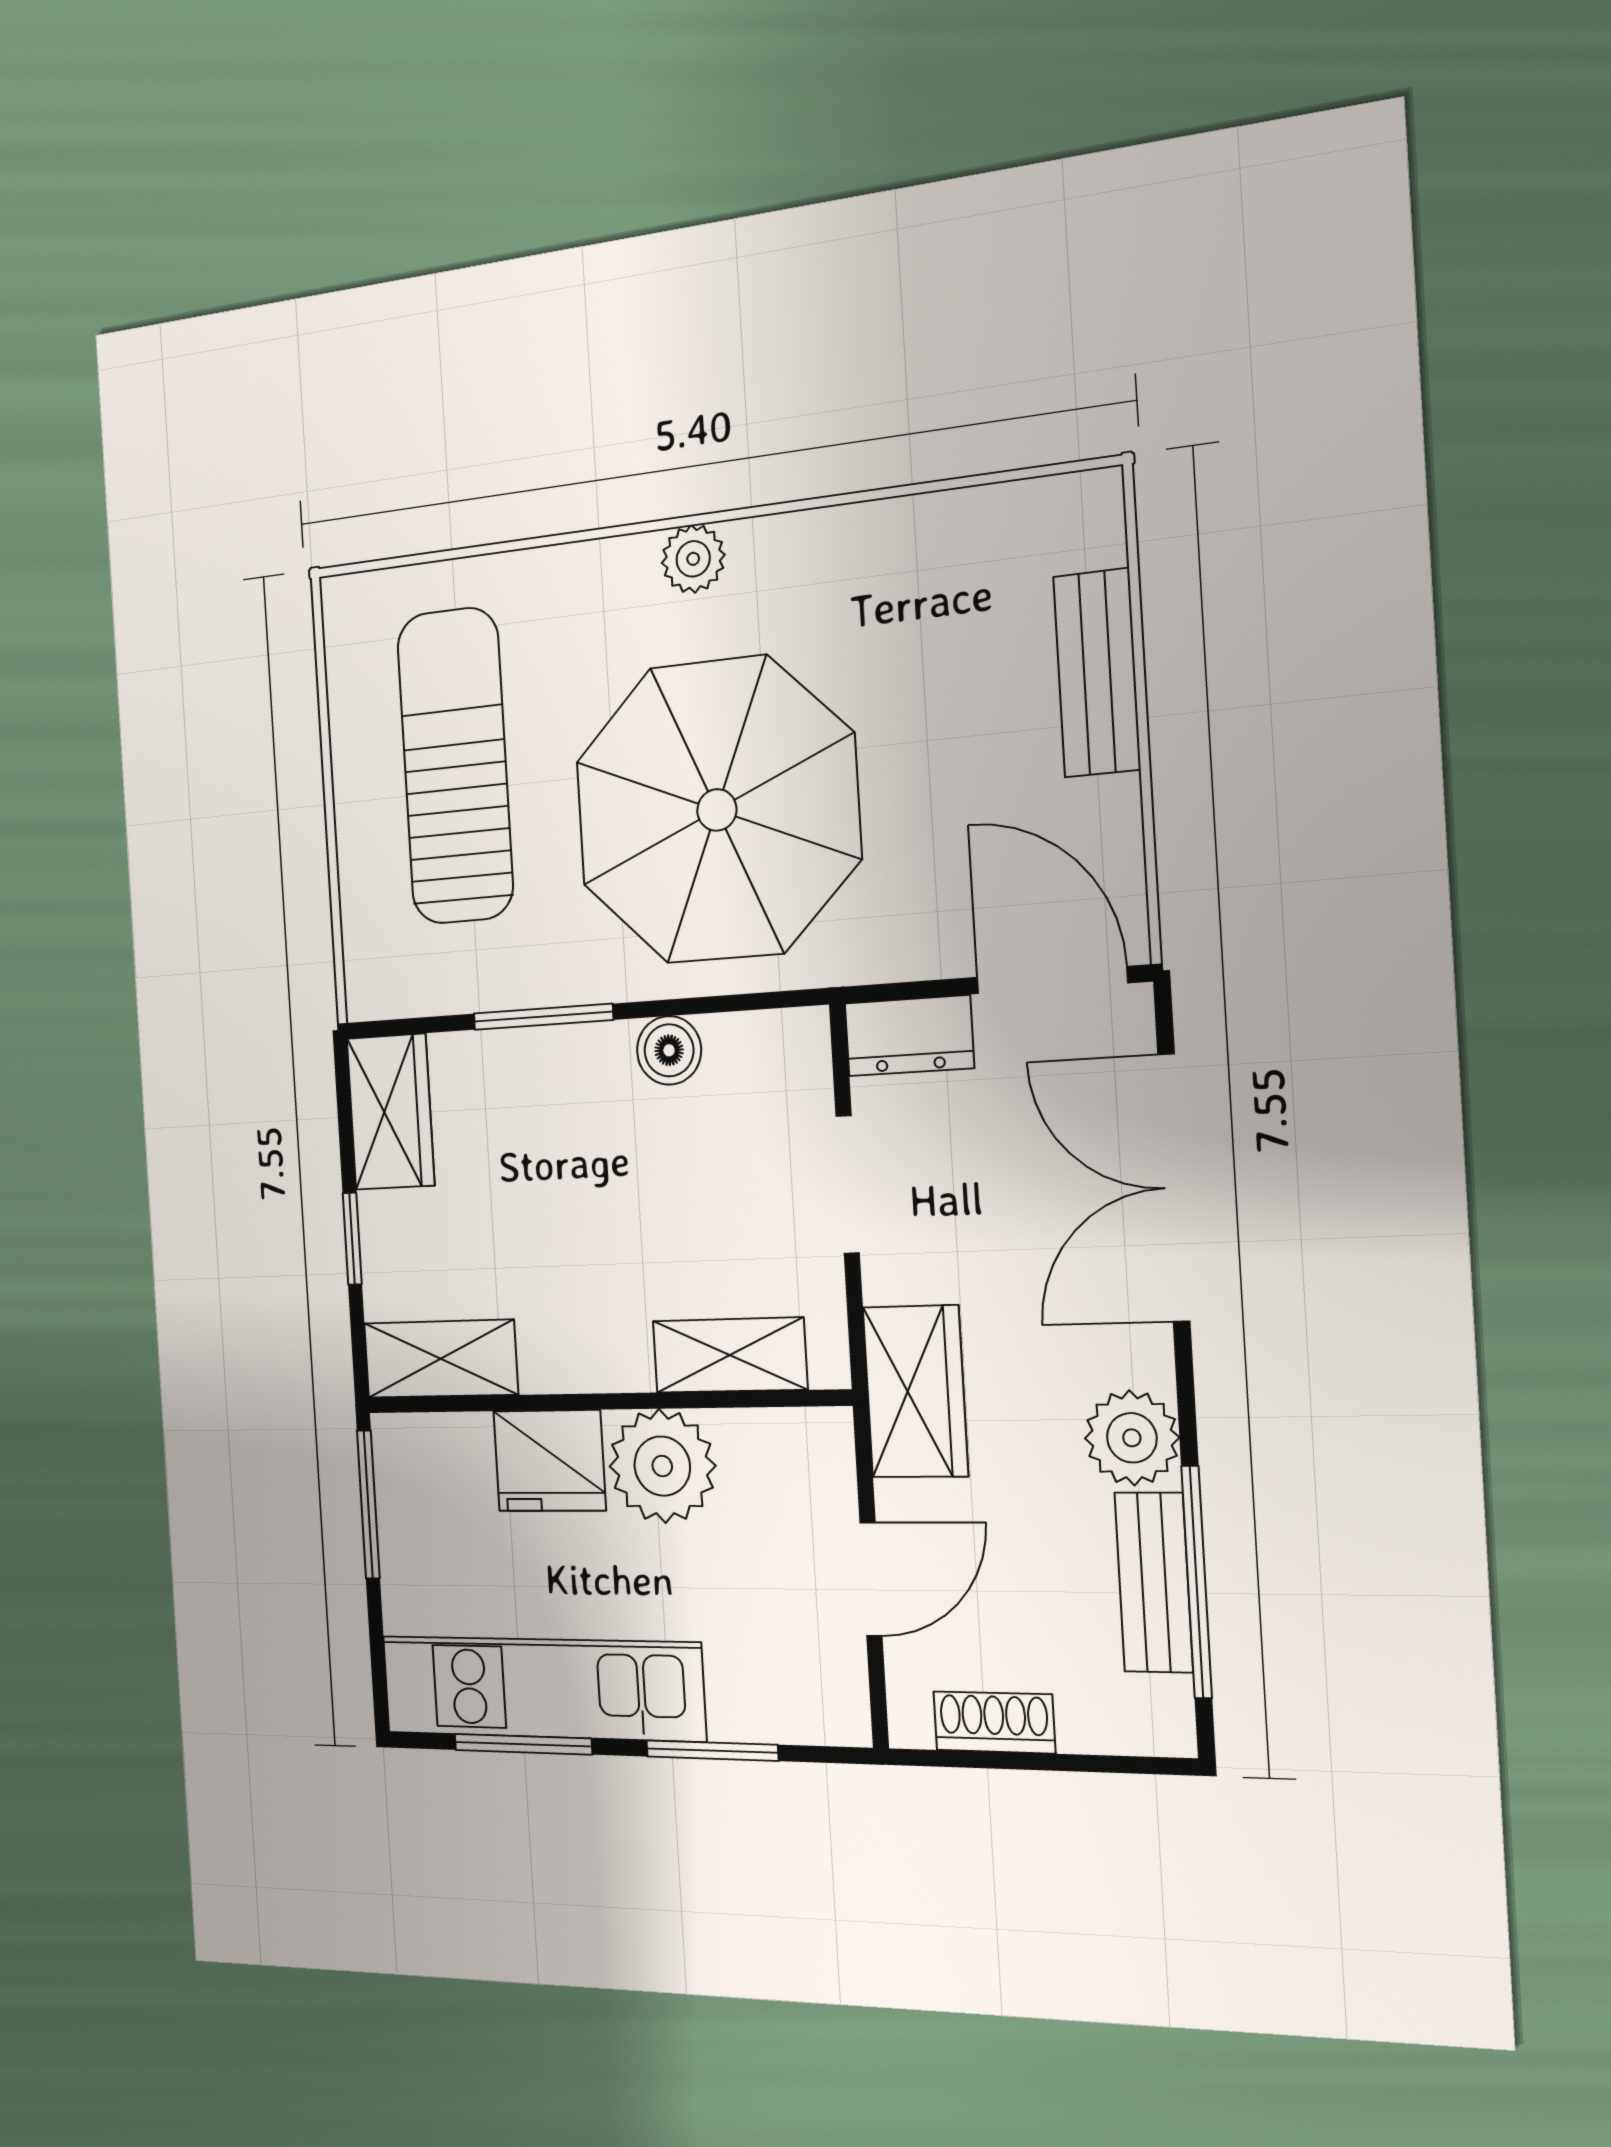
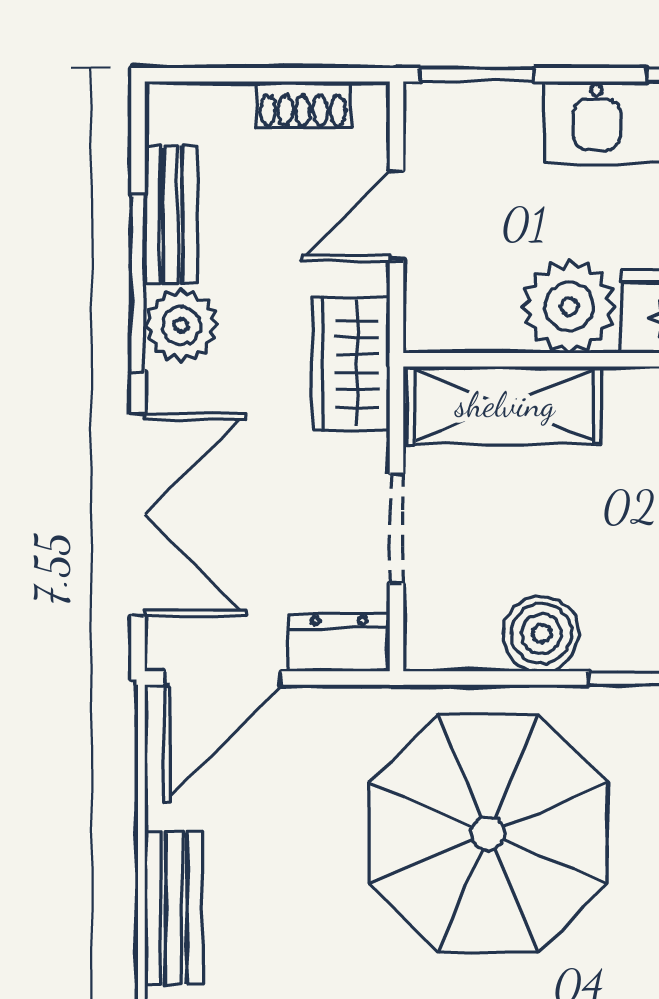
door: (1052, 980) -> (223, 678), hinge flipped
boiler: (669, 1050) -> (542, 634), width x1.36, depth x1.36
shelving: (730, 1355) -> (505, 405), width x1.50, depth x1.33
window: (1197, 1582) -> (138, 283), moved
window: (712, 1751) -> (477, 75), moved

